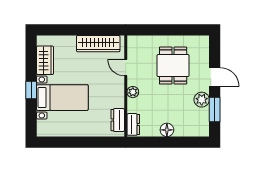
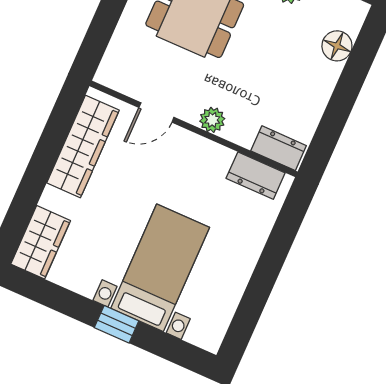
wardrobe: (45, 60) -> (41, 242), moved, turned 90
floor lamp: (167, 130) -> (337, 46), moved

